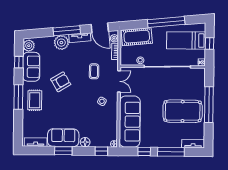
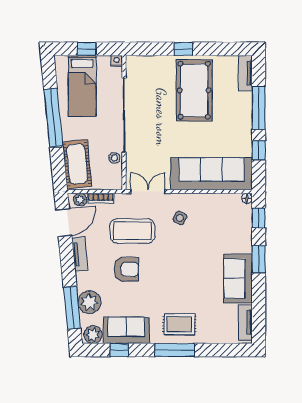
window: (67, 31) -> (72, 308), moved
plant: (61, 43) -> (89, 302), moved
coffee table: (94, 71) -> (132, 231), width x1.86, depth x1.72
armchair: (61, 82) -> (126, 269), moved, turned 121
window: (209, 105) -> (183, 49), width x0.32
floor lamp: (85, 142) -> (245, 244), removed
window: (63, 151) -> (259, 259), moved

